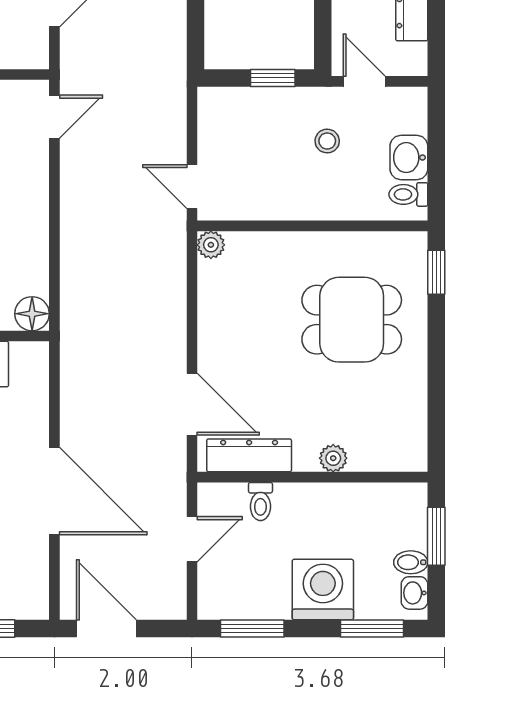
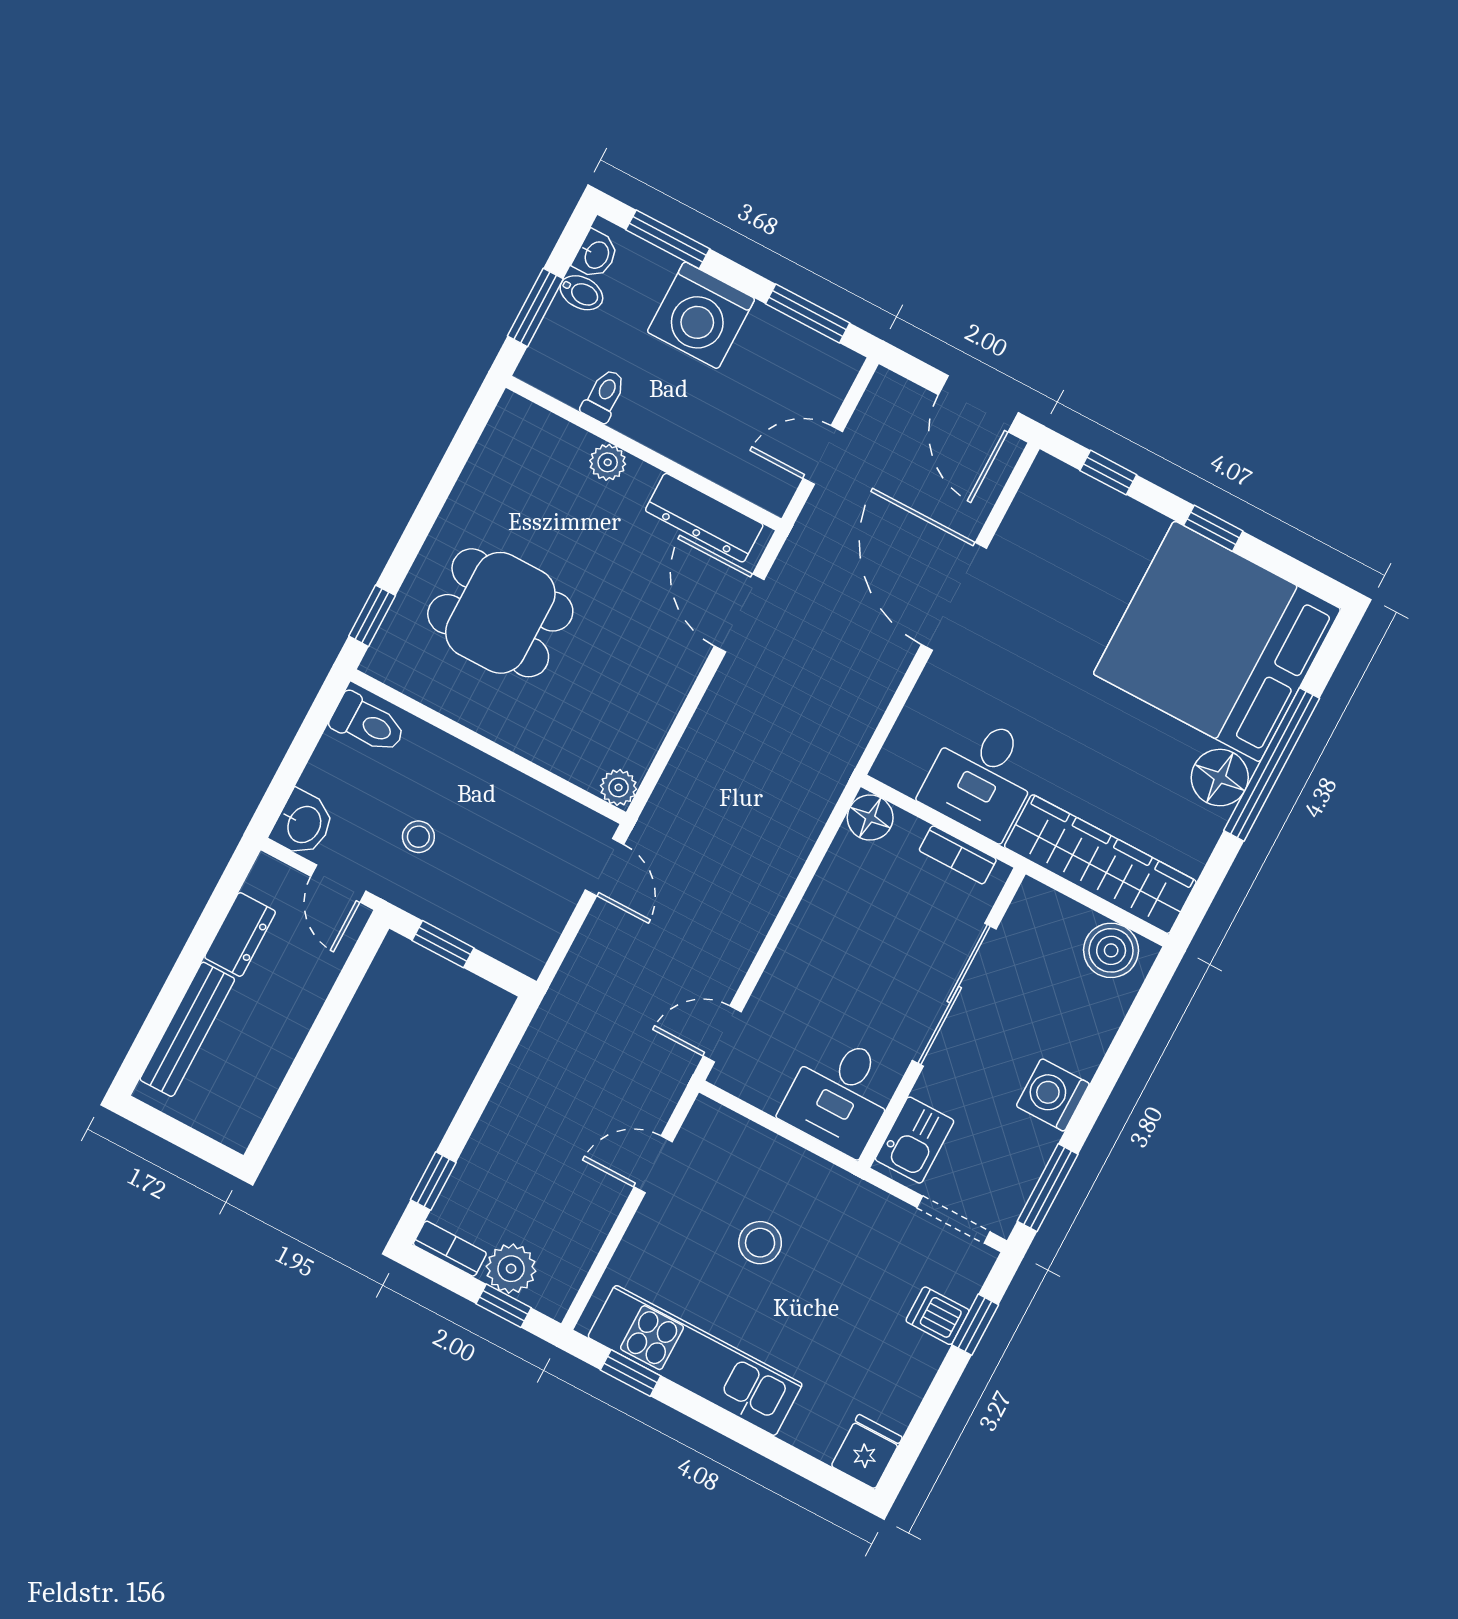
washbasin: (409, 158) -> (303, 824), moved
toilet: (408, 194) -> (368, 724), width x1.37, depth x1.39
toilet: (260, 501) -> (604, 396), moved

